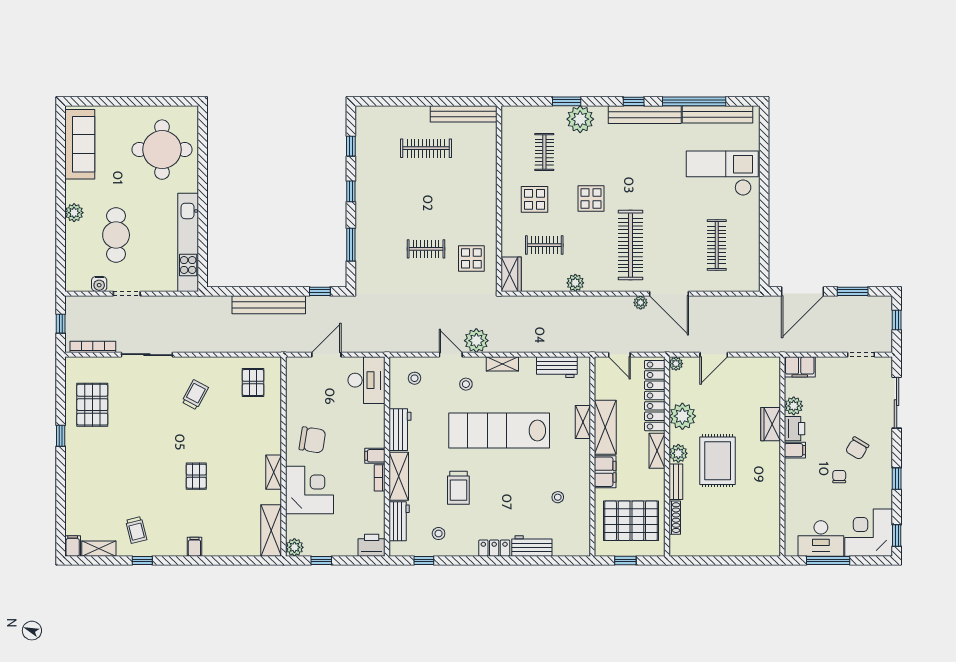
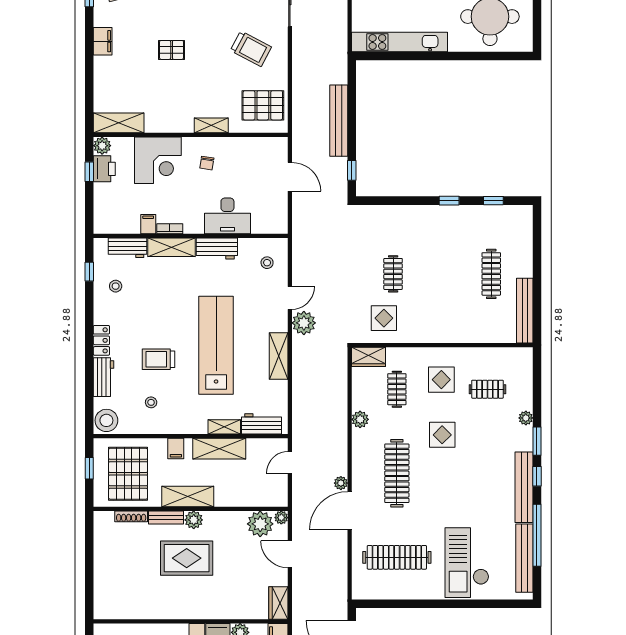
window: (567, 101) -> (537, 441), moved
plant: (580, 119) -> (526, 418), width x0.53, depth x0.53
checkout: (722, 173) -> (467, 563), turned 180
window: (351, 245) -> (397, 201), removed
clothes rail: (631, 245) -> (397, 473), turned 90
clothes rail: (717, 245) -> (397, 557), width x1.37, depth x1.31
shelving: (502, 364) -> (279, 356), width x1.50, depth x1.33
workbench: (557, 367) -> (262, 424), moved, turned 90
desk: (367, 380) -> (227, 216), moved
pallet: (253, 382) -> (263, 105), width x1.50, depth x1.42
stool: (466, 384) -> (106, 420), moved, width x1.89, depth x1.89
trolley: (195, 395) -> (251, 49), width x1.36, depth x1.39
locker: (655, 396) -> (250, 497), removed
plant: (682, 416) -> (260, 524), moved
wardrobe: (771, 424) -> (278, 603), moved, turned -90
chair: (312, 440) -> (207, 163), width x0.54, depth x0.54
shelving: (657, 451) -> (188, 497), width x1.50, depth x1.33
filing cabinet: (375, 456) -> (148, 224), moved
shelving: (274, 472) -> (211, 125), moved
filing cabinet: (605, 472) -> (176, 448), width x0.50
trolley: (458, 488) -> (159, 359), moved
printer: (372, 545) -> (104, 169), moved
filing cabinet: (194, 547) -> (103, 41), width x2.00

